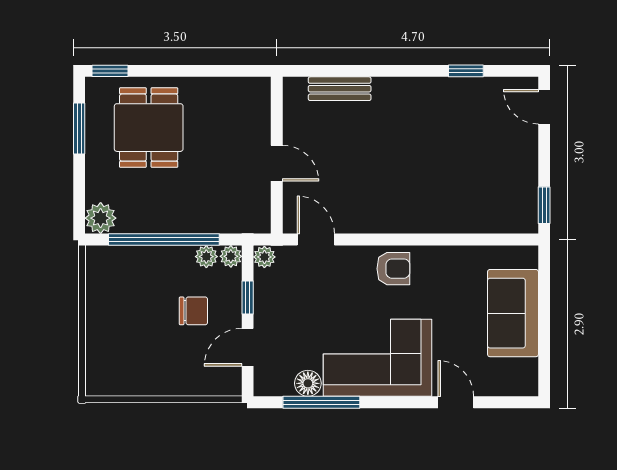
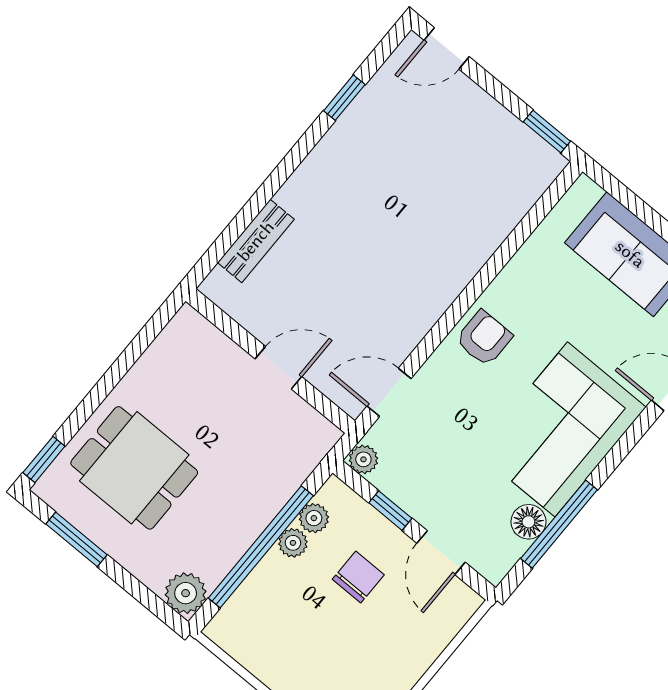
plant: (231, 256) -> (293, 543), moved

